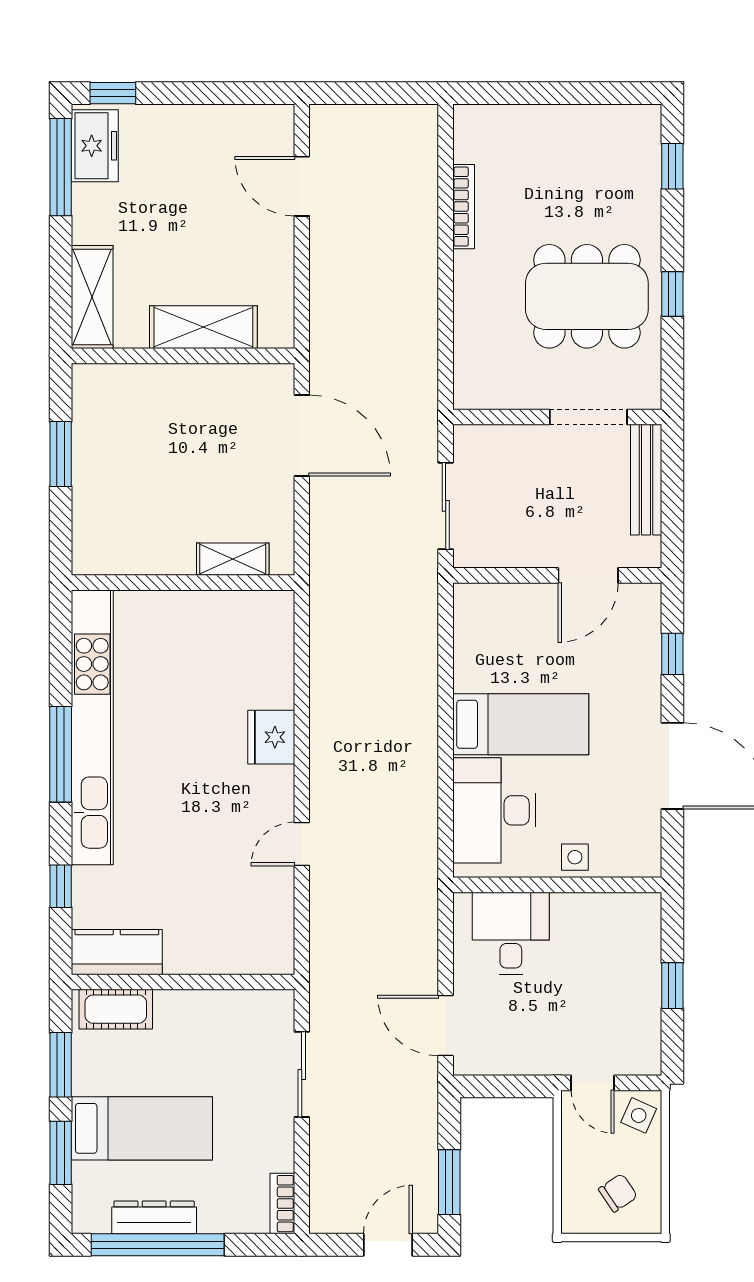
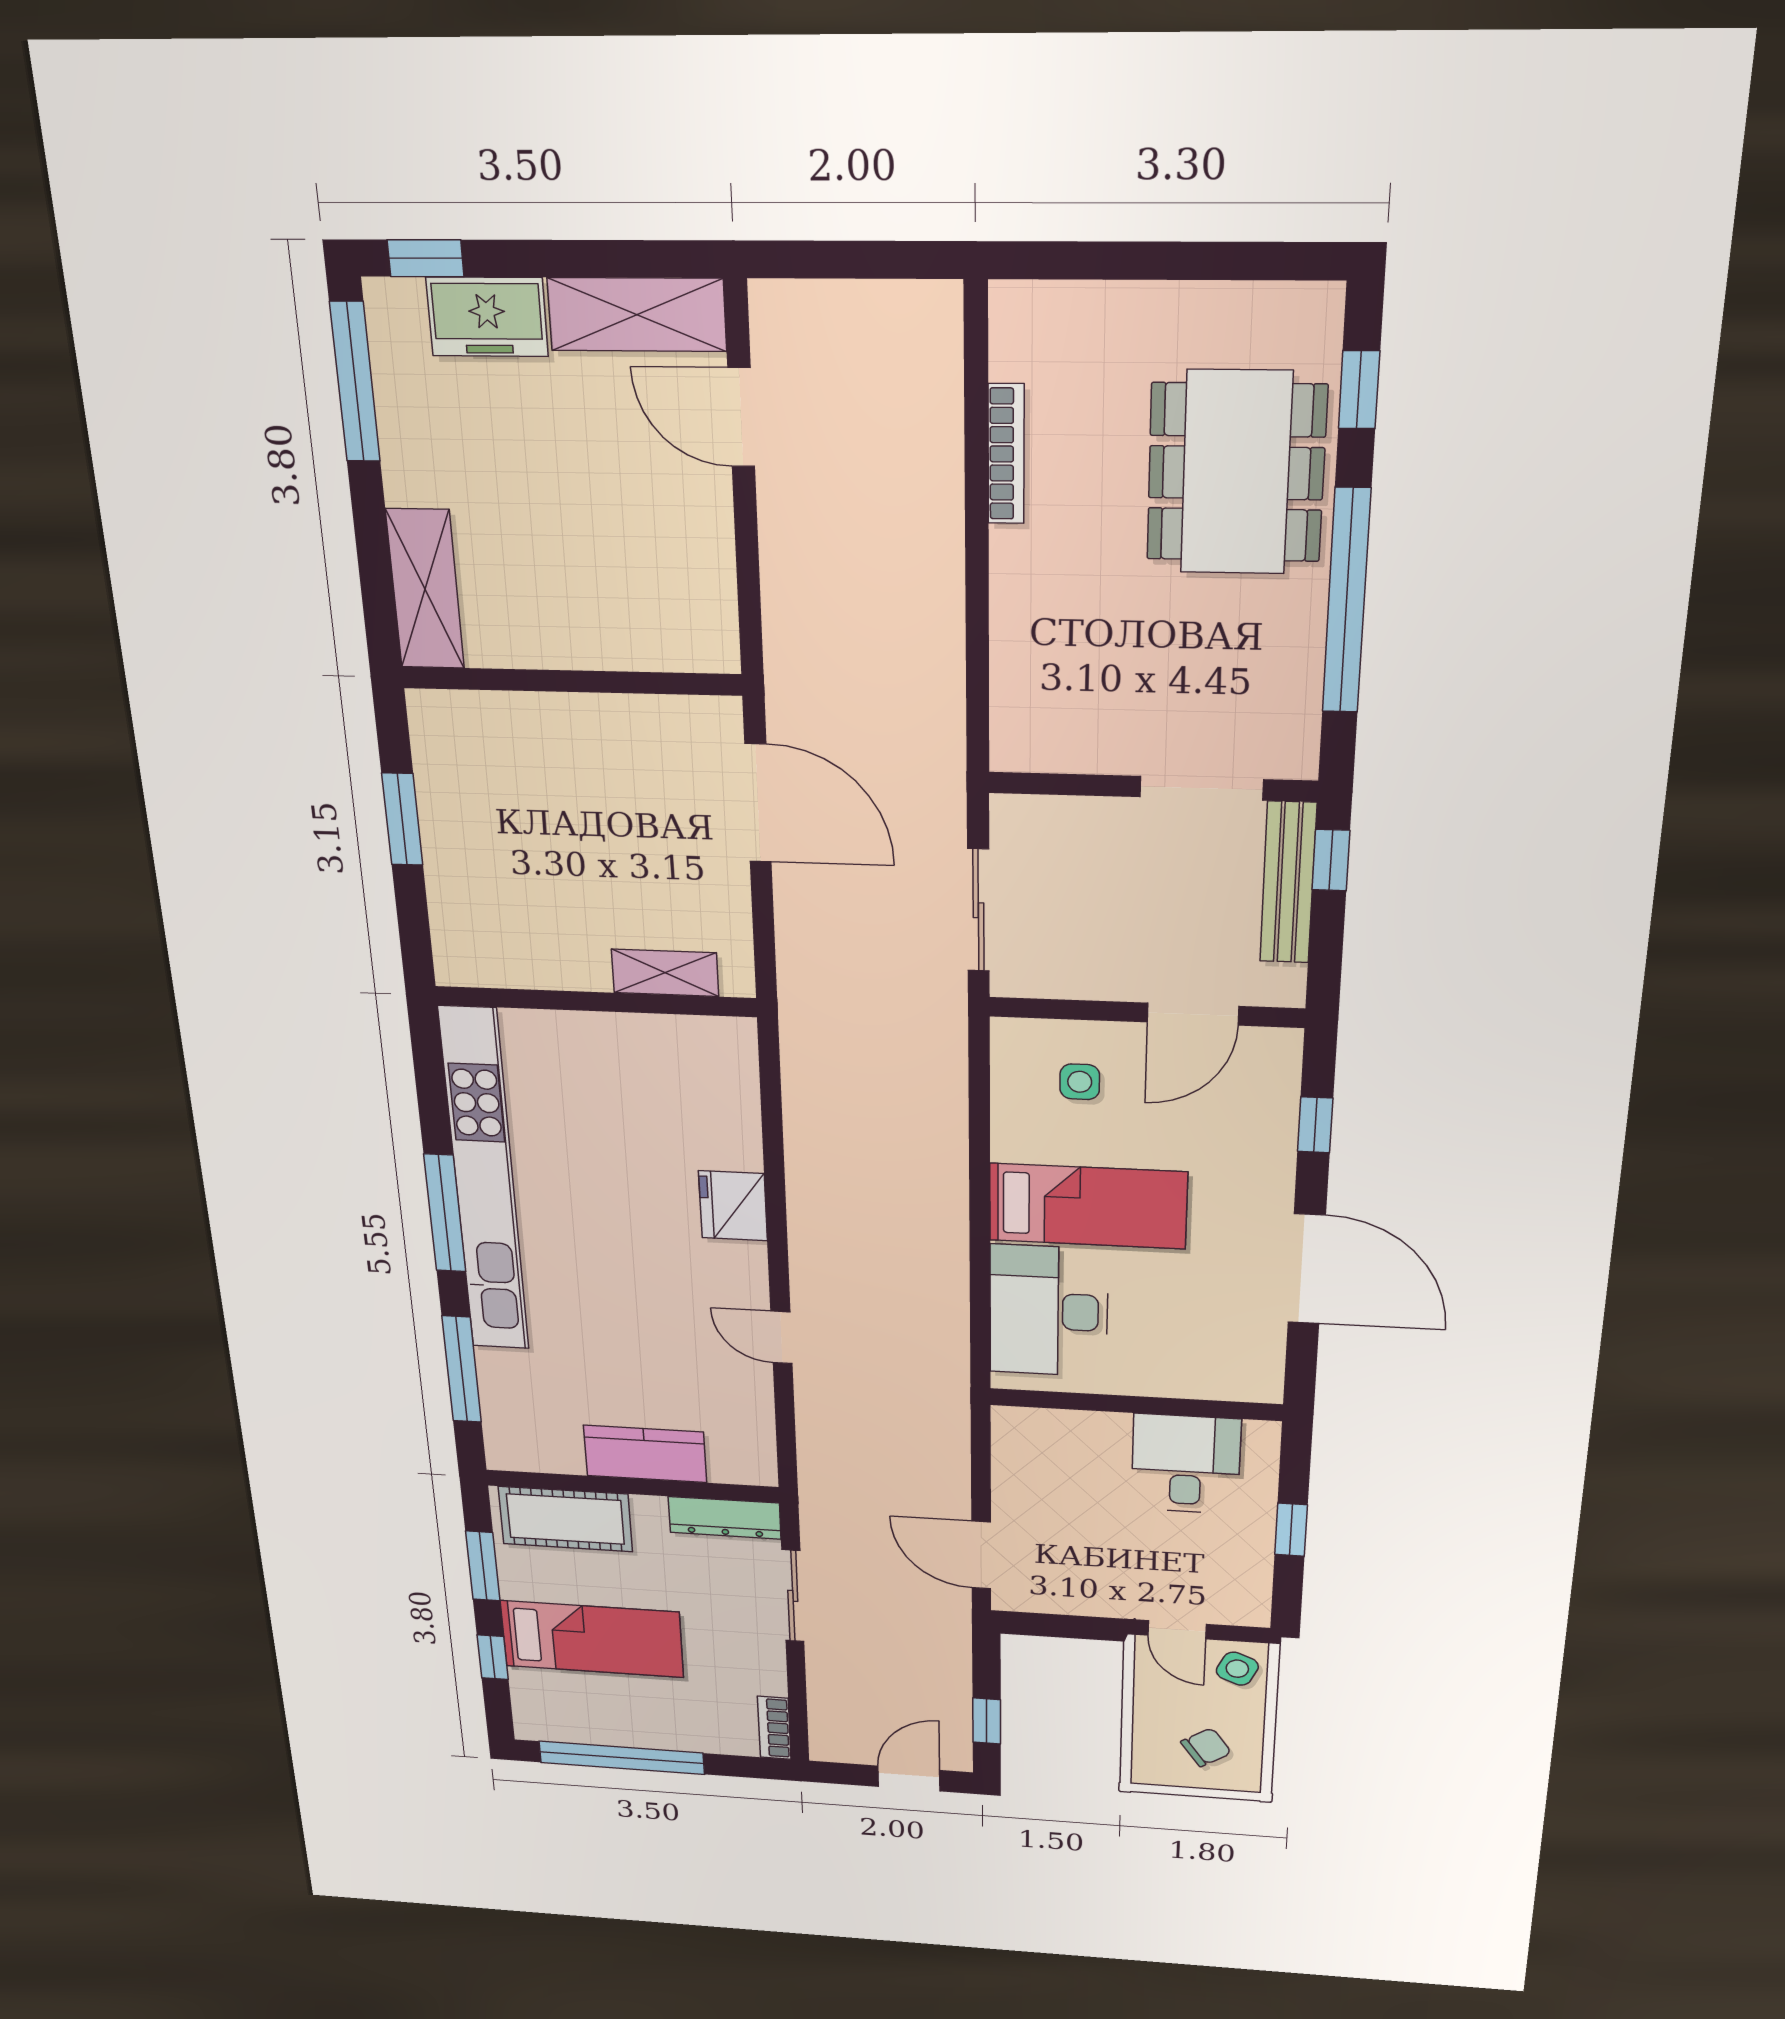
freezer: (95, 146) -> (487, 317), moved, turned 90
window: (672, 294) -> (1346, 601), width x3.17
dining table: (587, 296) -> (1236, 473), moved, turned 90
shelving: (203, 327) -> (637, 315), moved
window: (672, 463) -> (1331, 860), added
door: (302, 844) -> (781, 1337), hinge flipped
side table: (575, 857) -> (1080, 1082), moved
window: (61, 886) -> (462, 1369), width x2.17
desk: (511, 933) -> (1186, 1464), moved
kitchen counter: (117, 952) -> (645, 1454), moved
cot: (116, 1009) -> (565, 1519), width x1.37, depth x1.34
window: (61, 1153) -> (493, 1657), width x0.67
window: (449, 1182) -> (987, 1721), width x0.67
dresser: (154, 1217) -> (725, 1518), moved, turned 180

